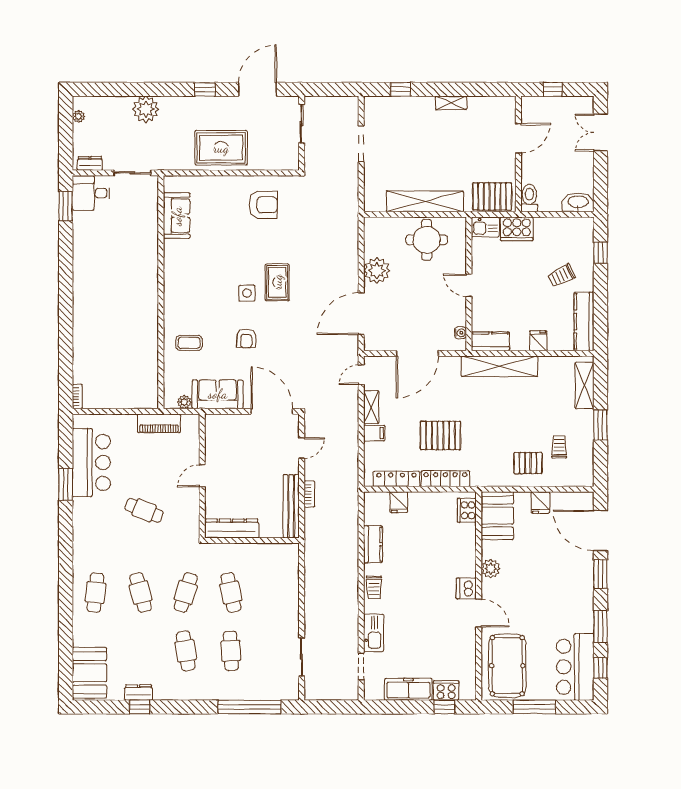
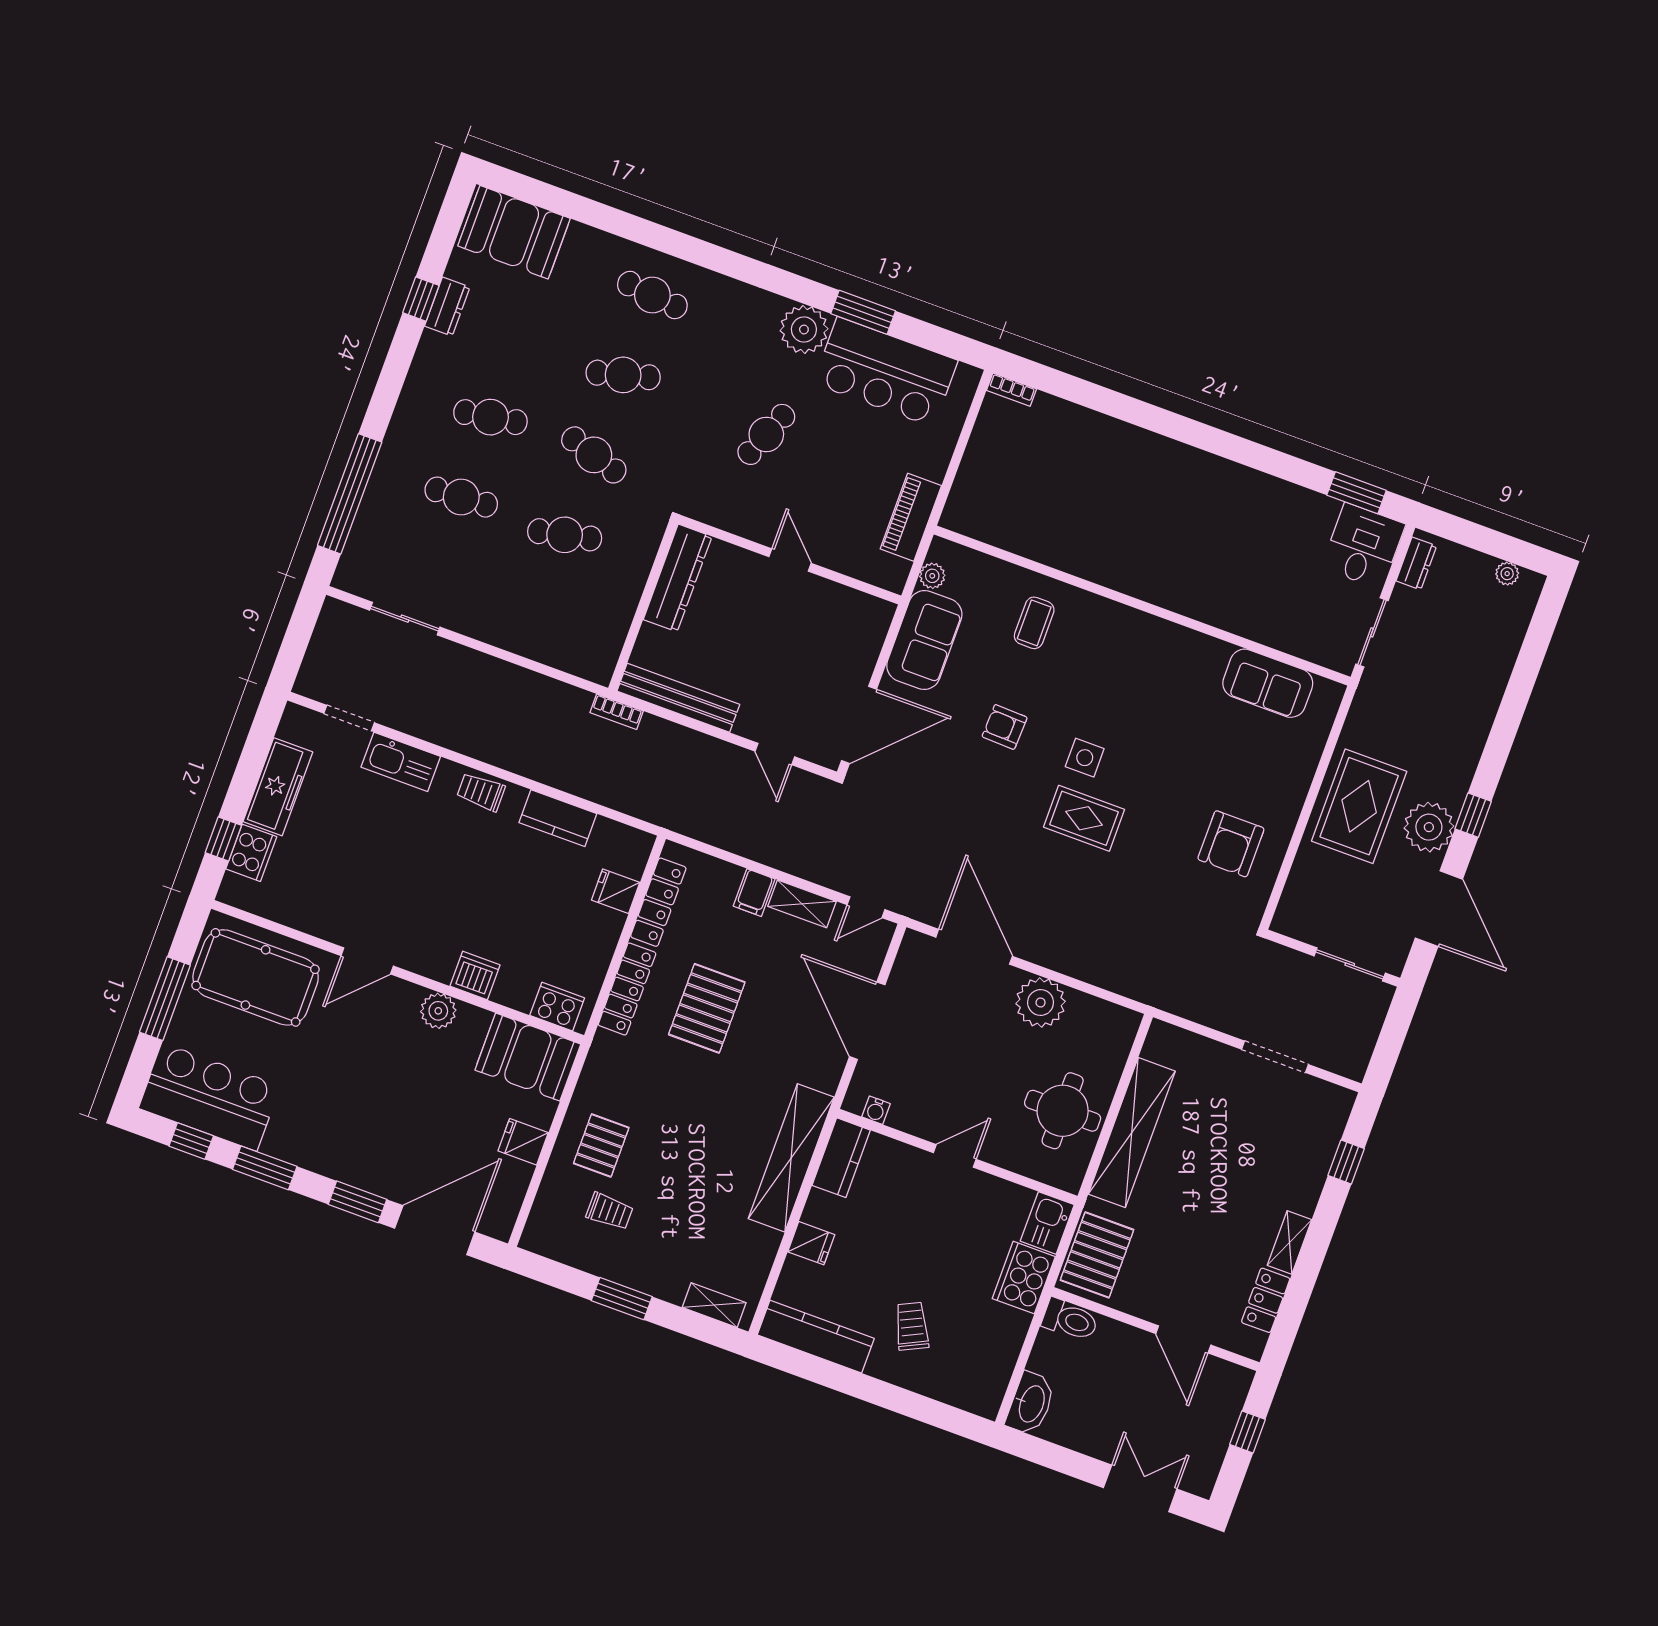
locker: (484, 104) -> (1266, 1300), added
plant: (146, 109) -> (1429, 827), moved
window: (600, 253) -> (927, 1410), removed
door: (361, 375) -> (866, 907), swing flipped
shelving: (584, 386) -> (714, 1305), width x0.67, depth x0.75
bookcase: (309, 494) -> (617, 712), moved
plant: (85, 511) -> (804, 330), added
dishwasher: (466, 588) -> (475, 975), moved

